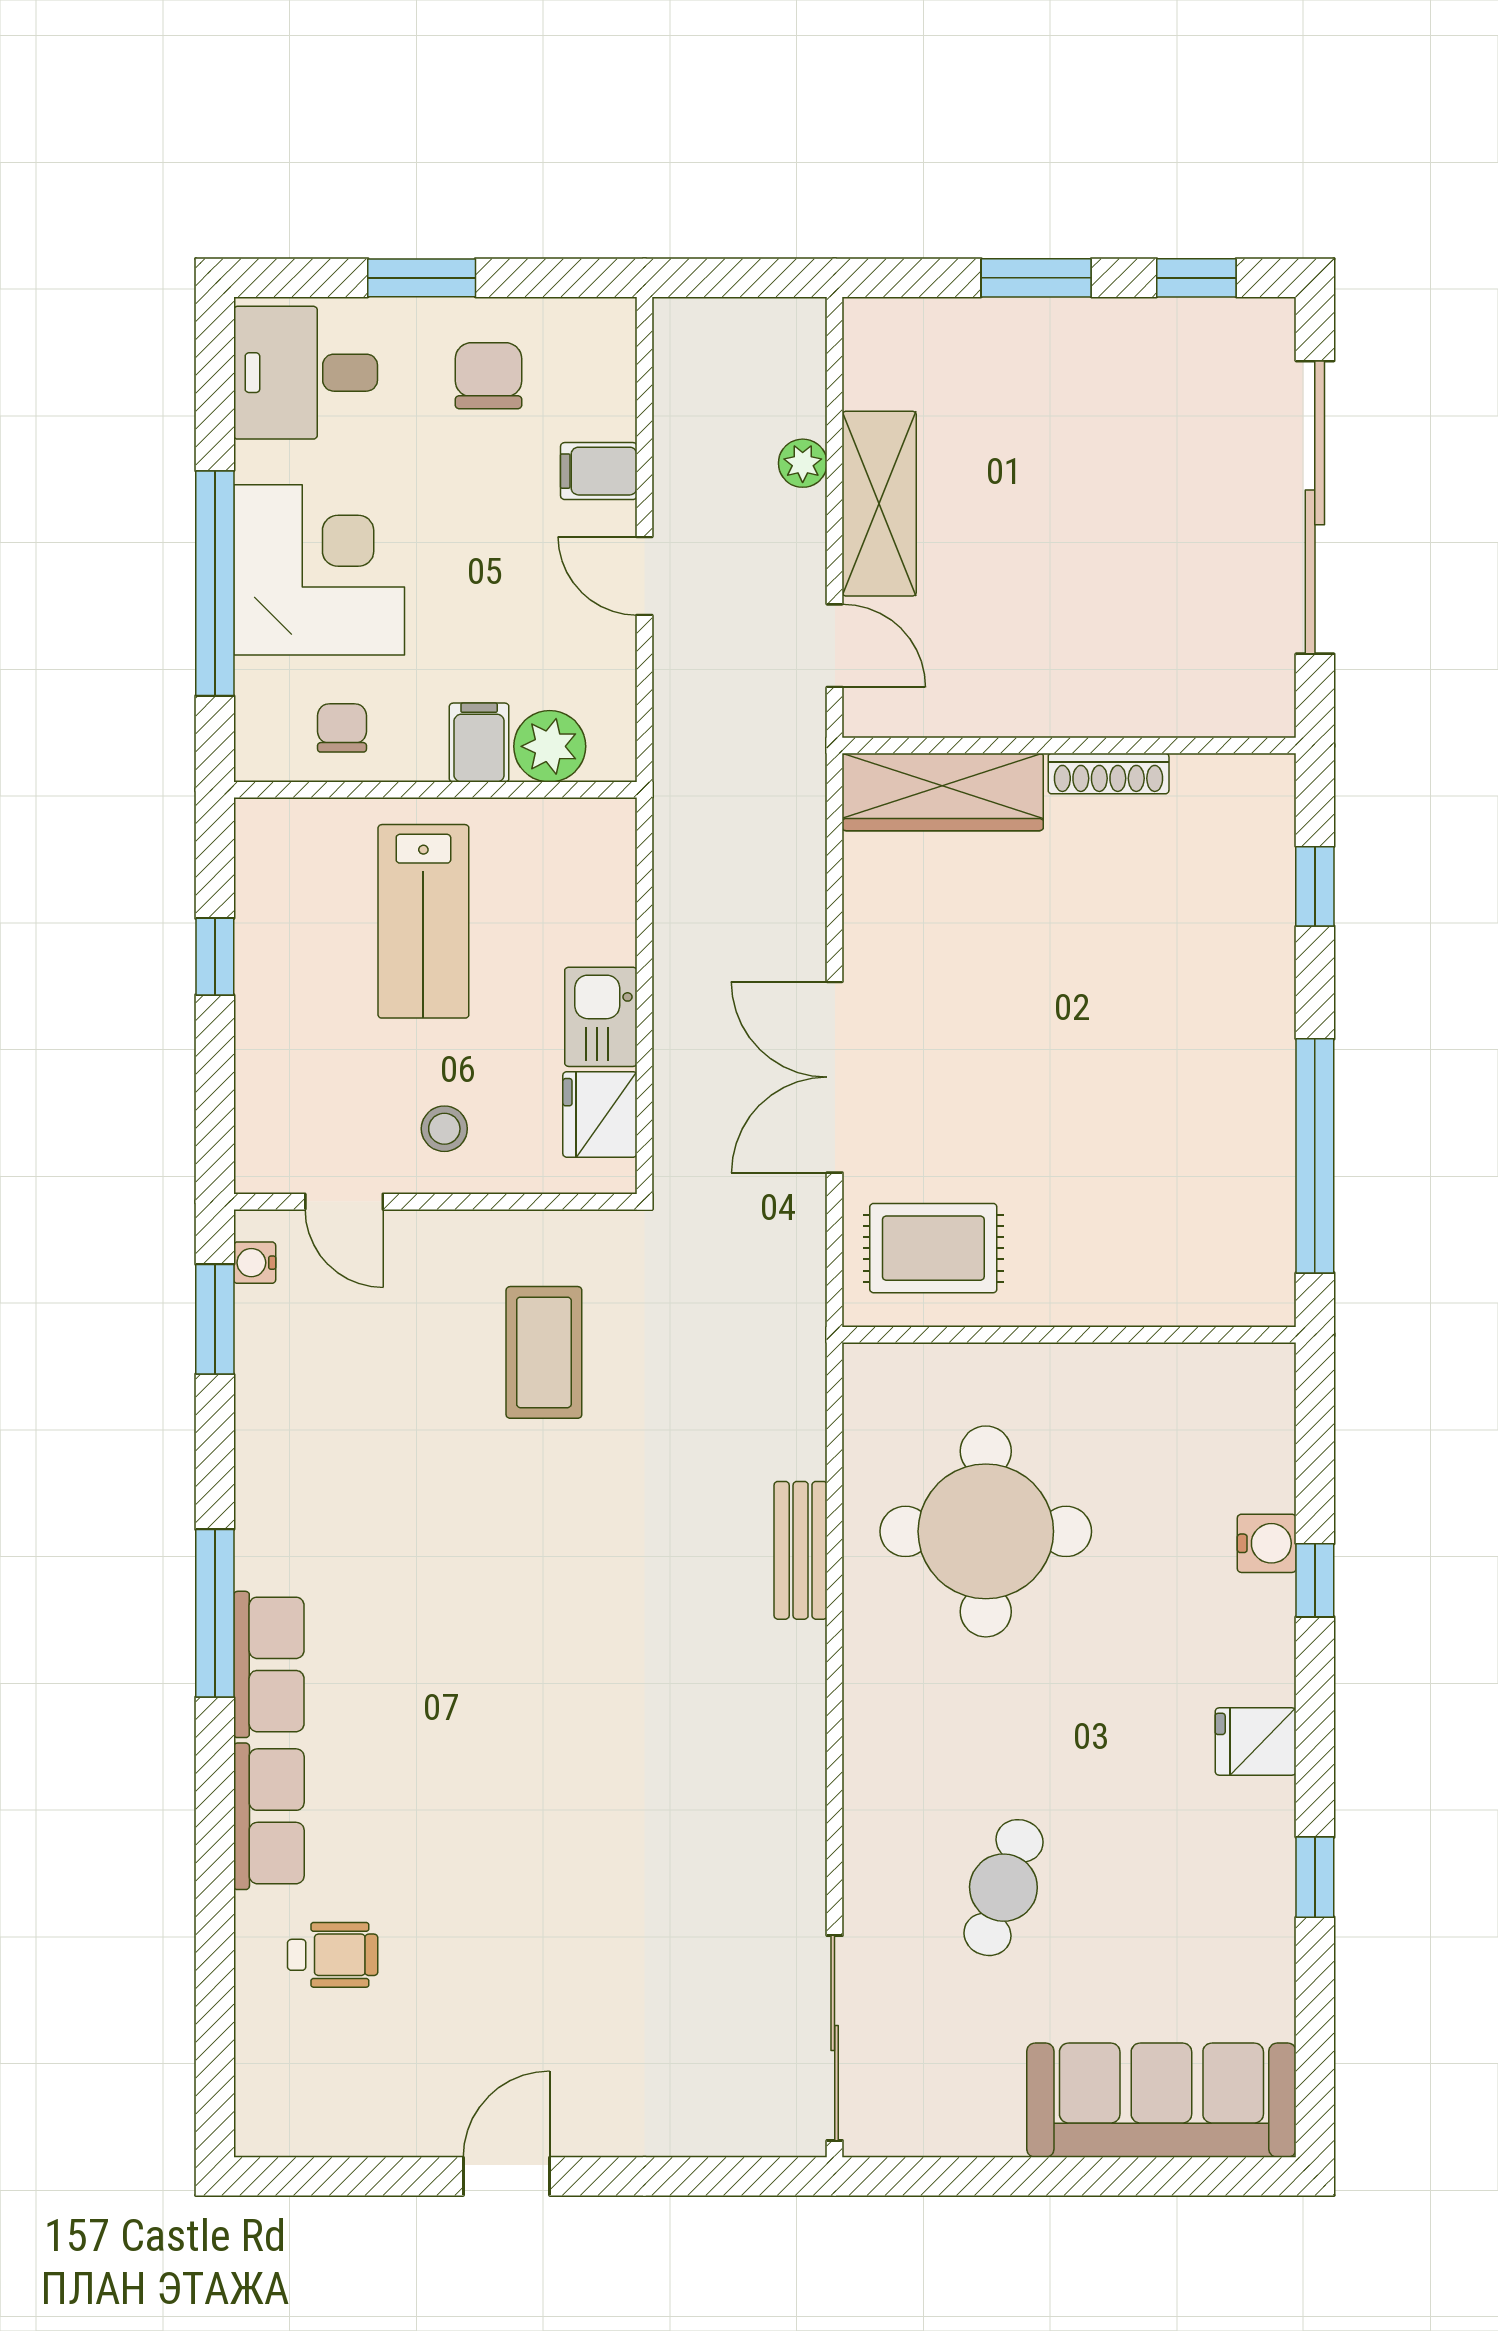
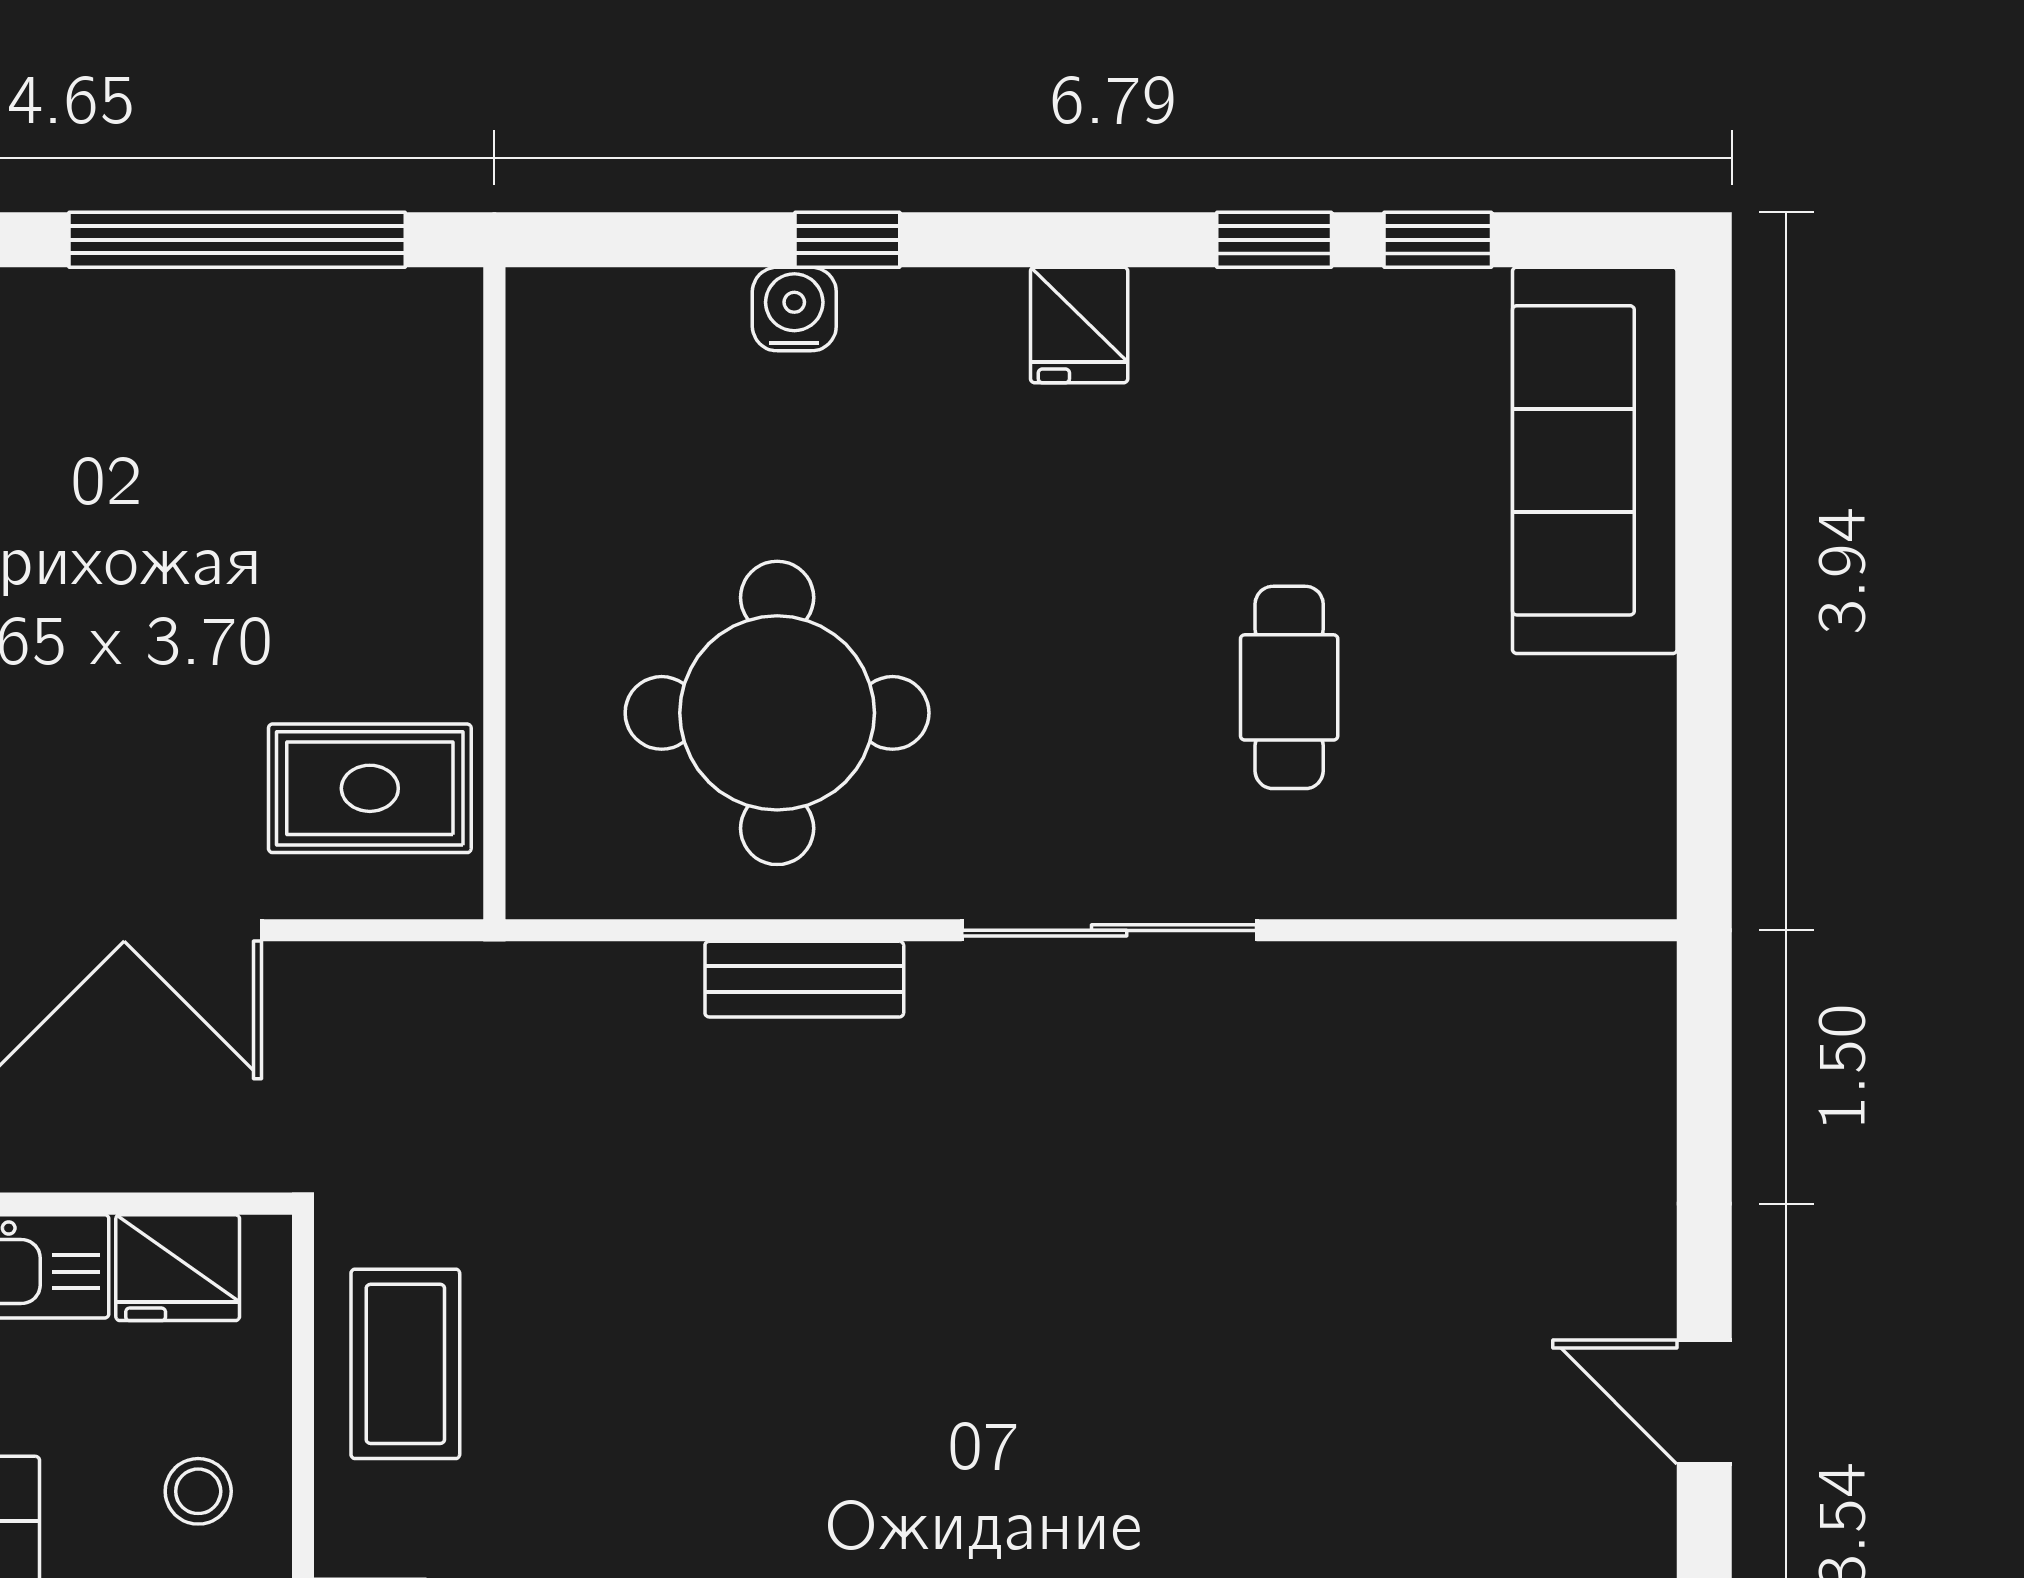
rug: (933, 1248) -> (370, 788), turned 90
coffee table: (544, 1352) -> (405, 1364), moved, turned 90
cafe table: (1003, 1888) -> (1289, 687), turned 71
window: (1315, 1991) -> (1438, 240), added
sliding door: (835, 2038) -> (1109, 930), moved

